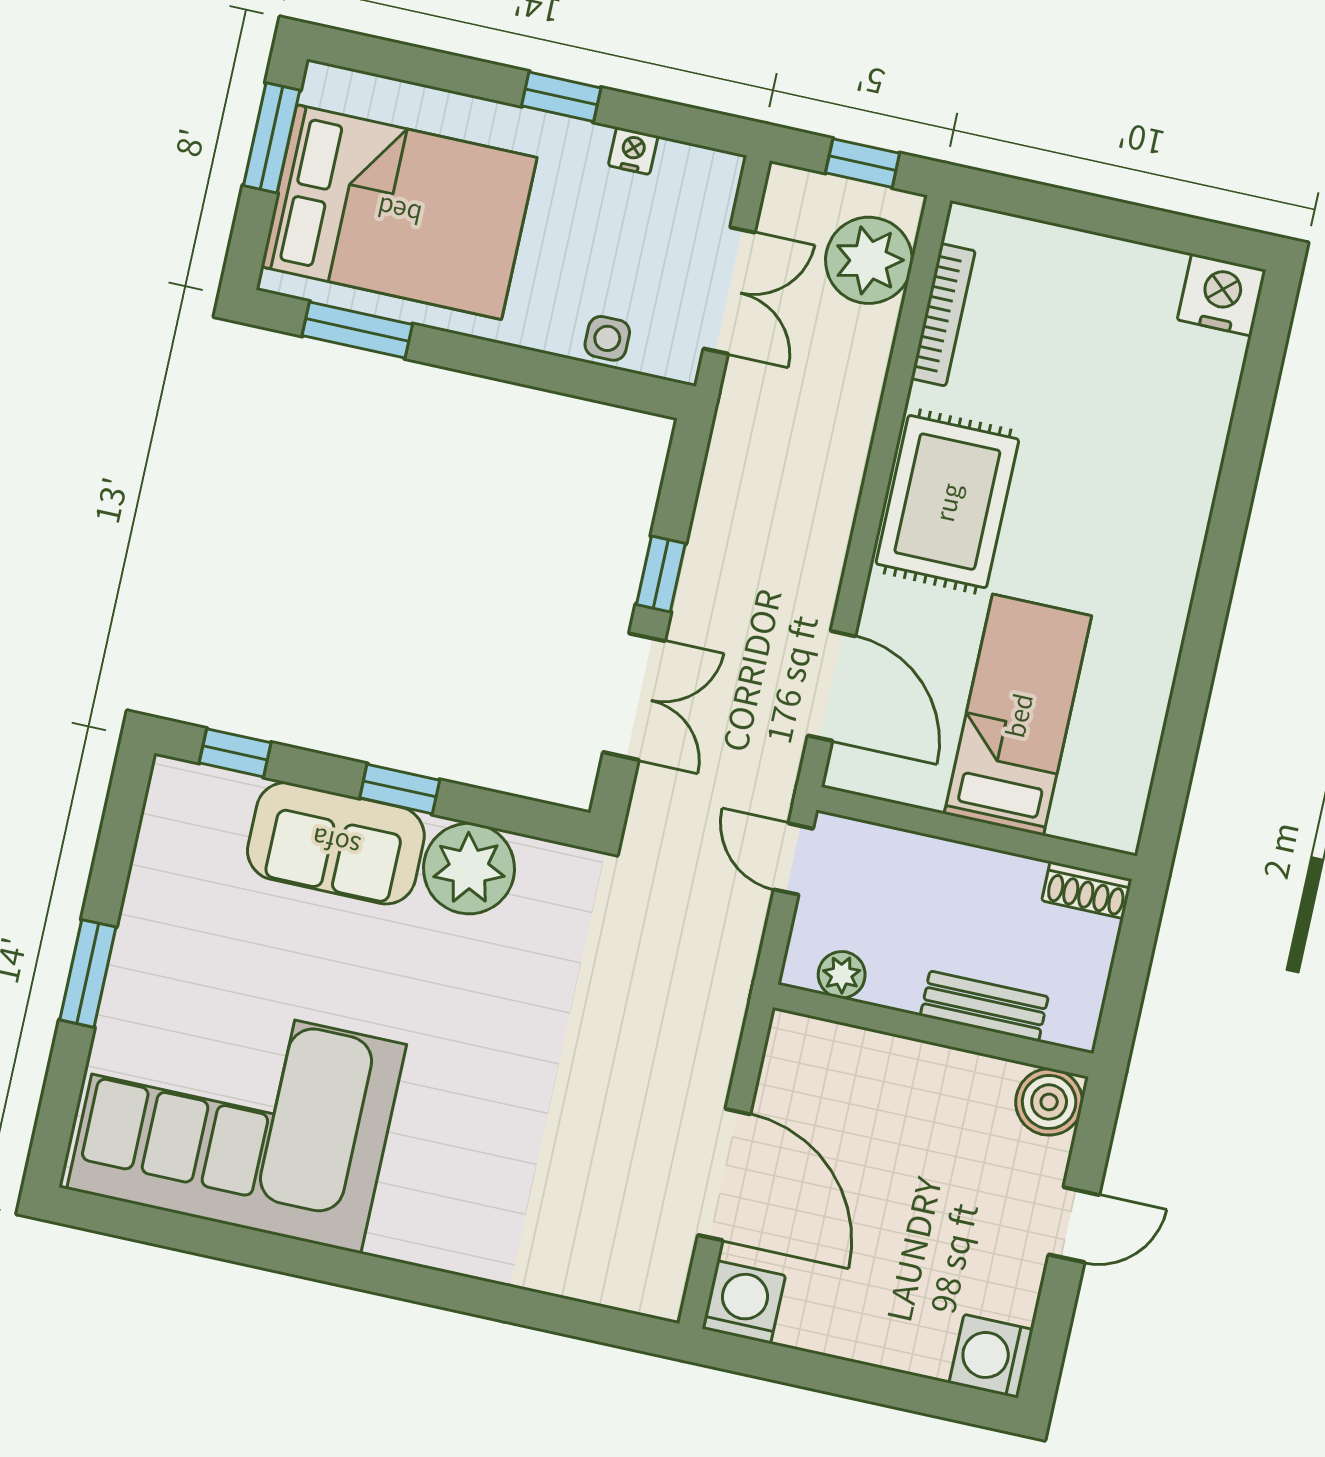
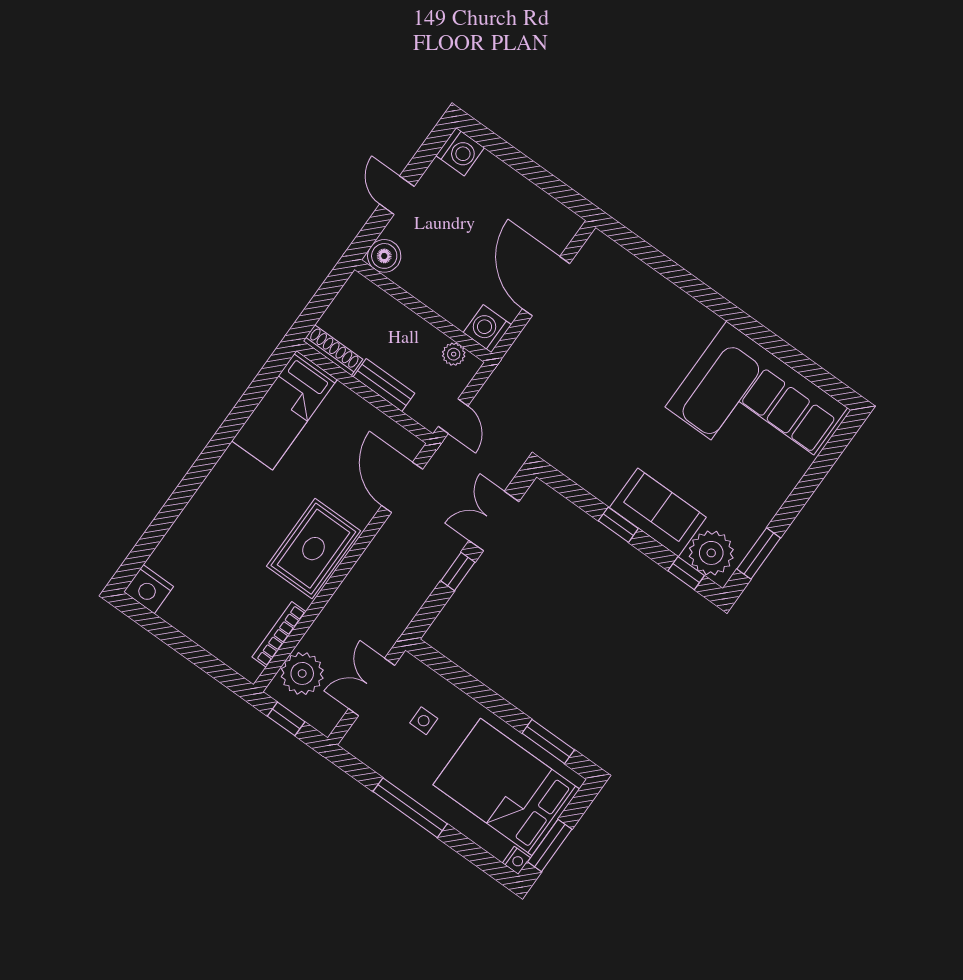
window: (561, 97) -> (410, 808), width x2.17
nightstand: (633, 151) -> (516, 860), moved, turned -90
side table: (607, 338) -> (424, 721), moved
bed: (1018, 715) -> (284, 410), moved
plant: (469, 869) -> (711, 553), moved
shoe rack: (1087, 890) -> (333, 350), width x1.43
window: (88, 973) -> (759, 554), moved
bench: (984, 1006) -> (384, 385), moved
door: (1074, 1225) -> (397, 195), hinge flipped
washing machine: (744, 1302) -> (487, 329), moved, turned 90

